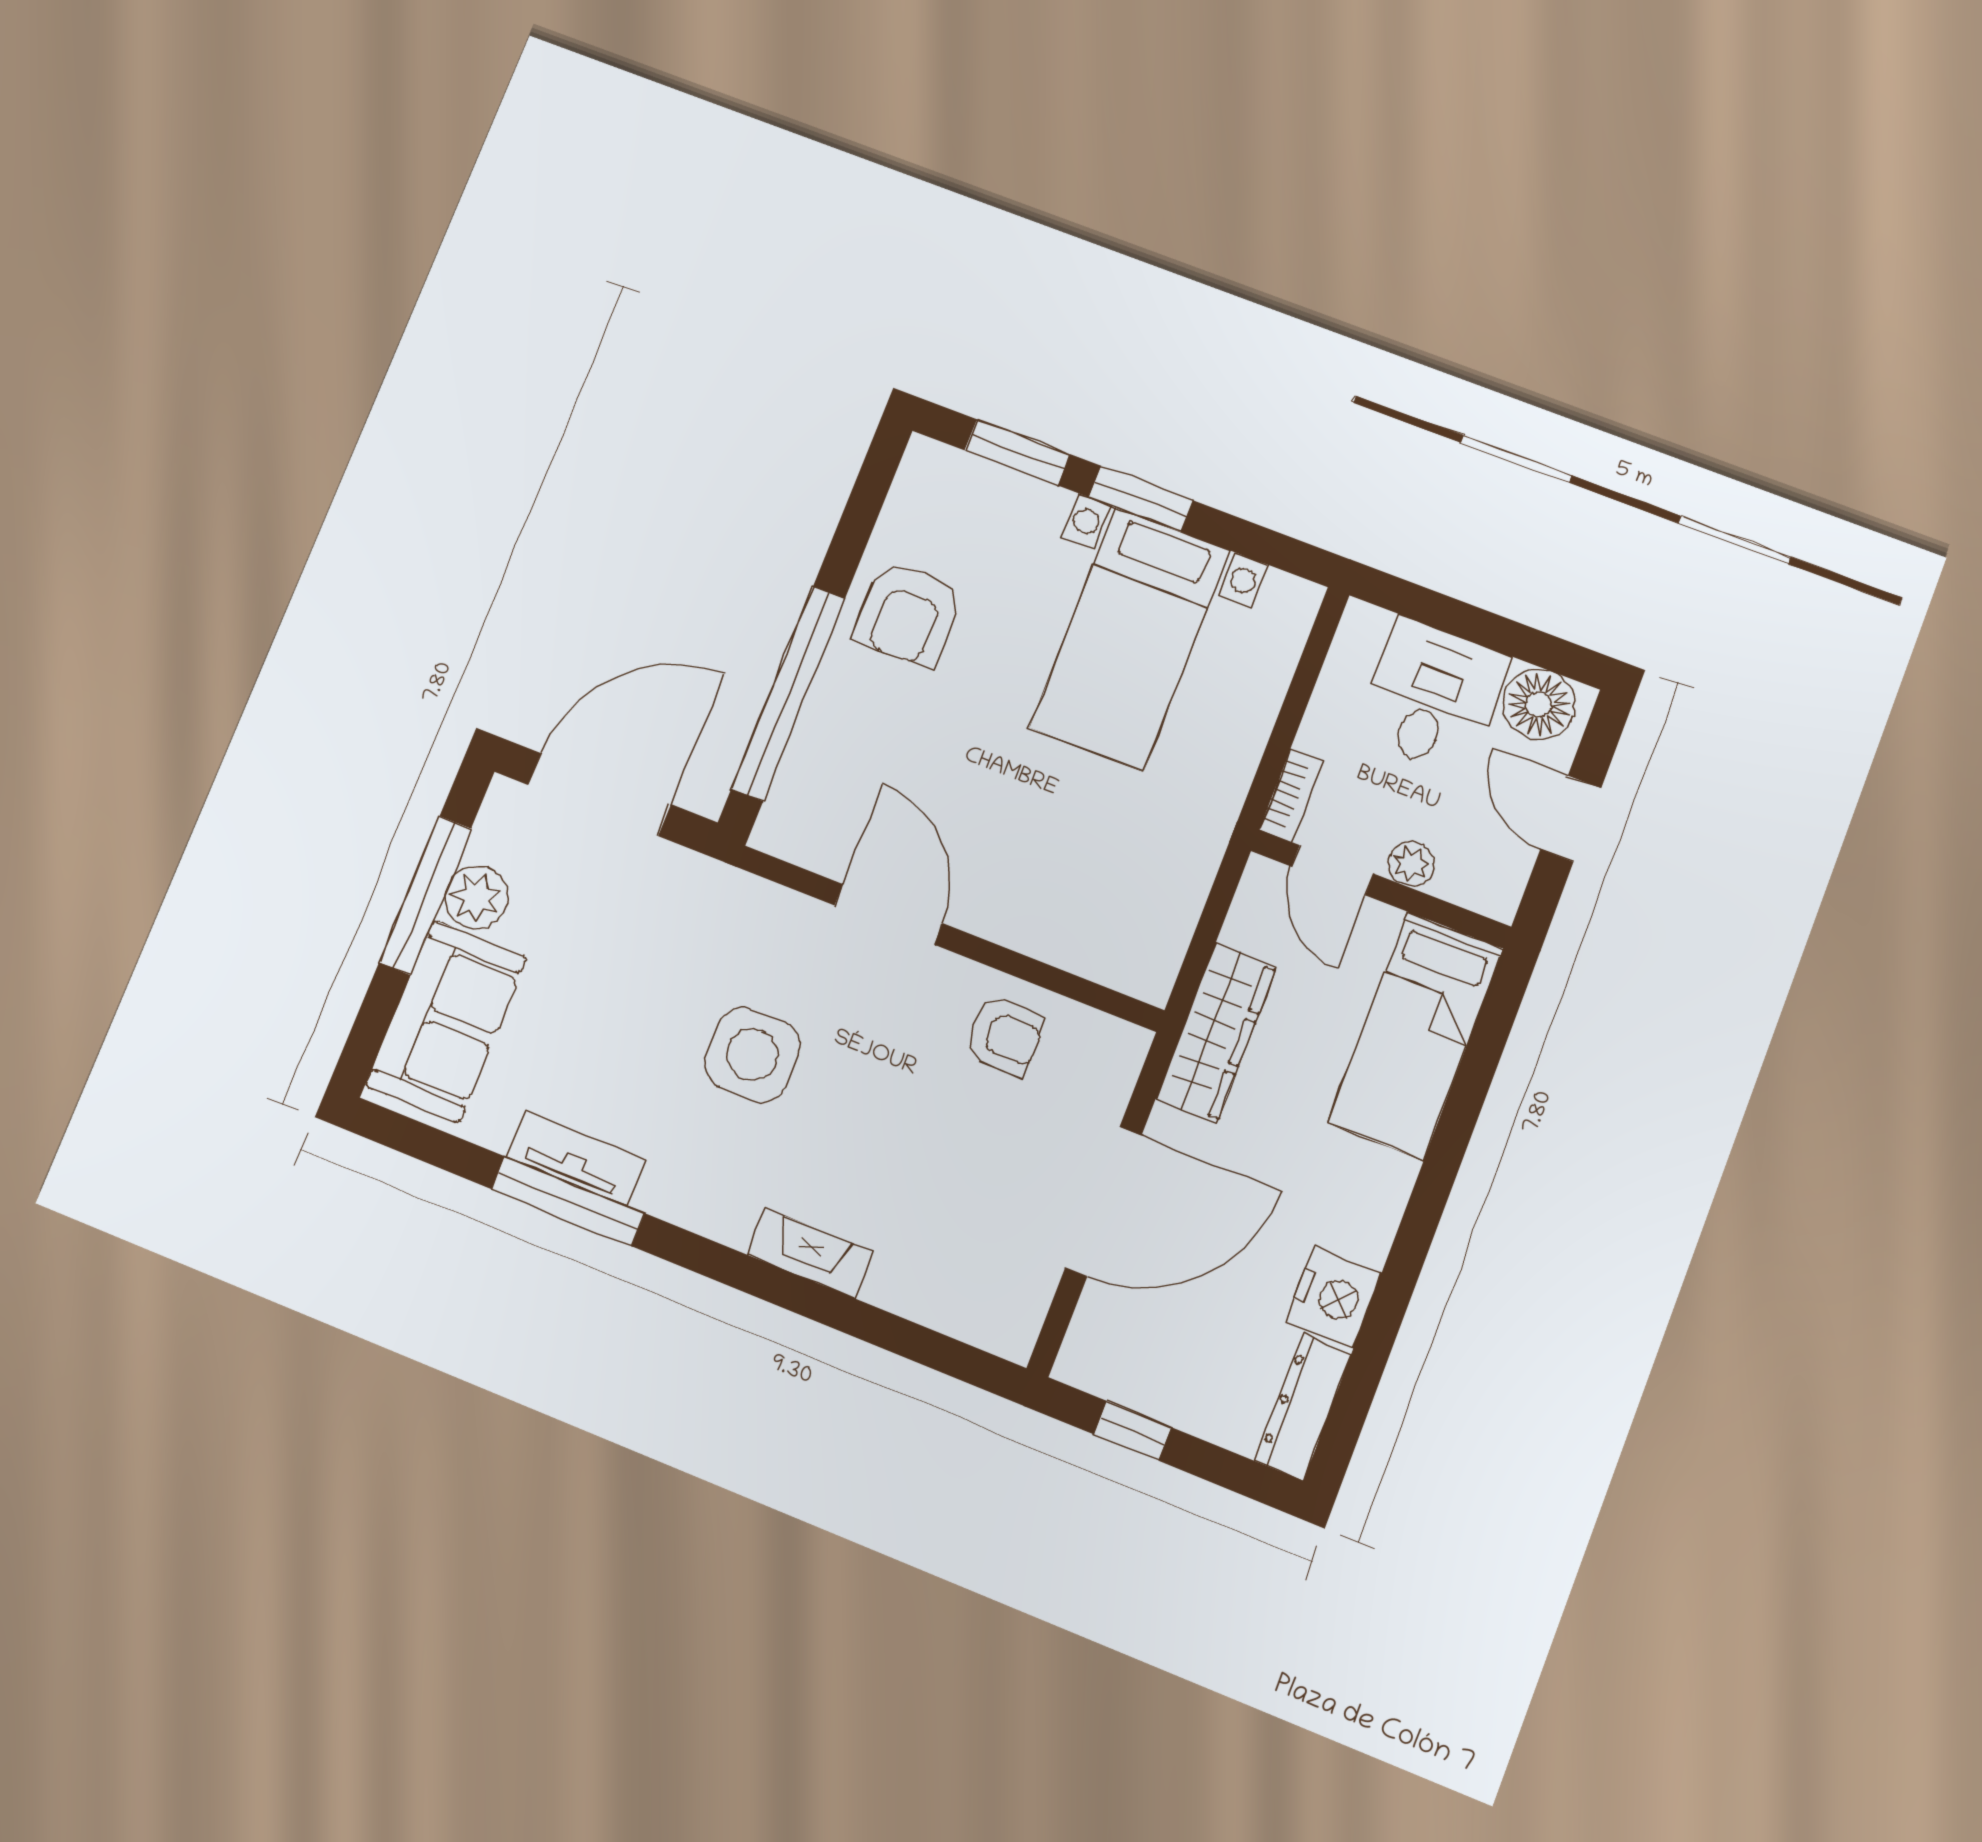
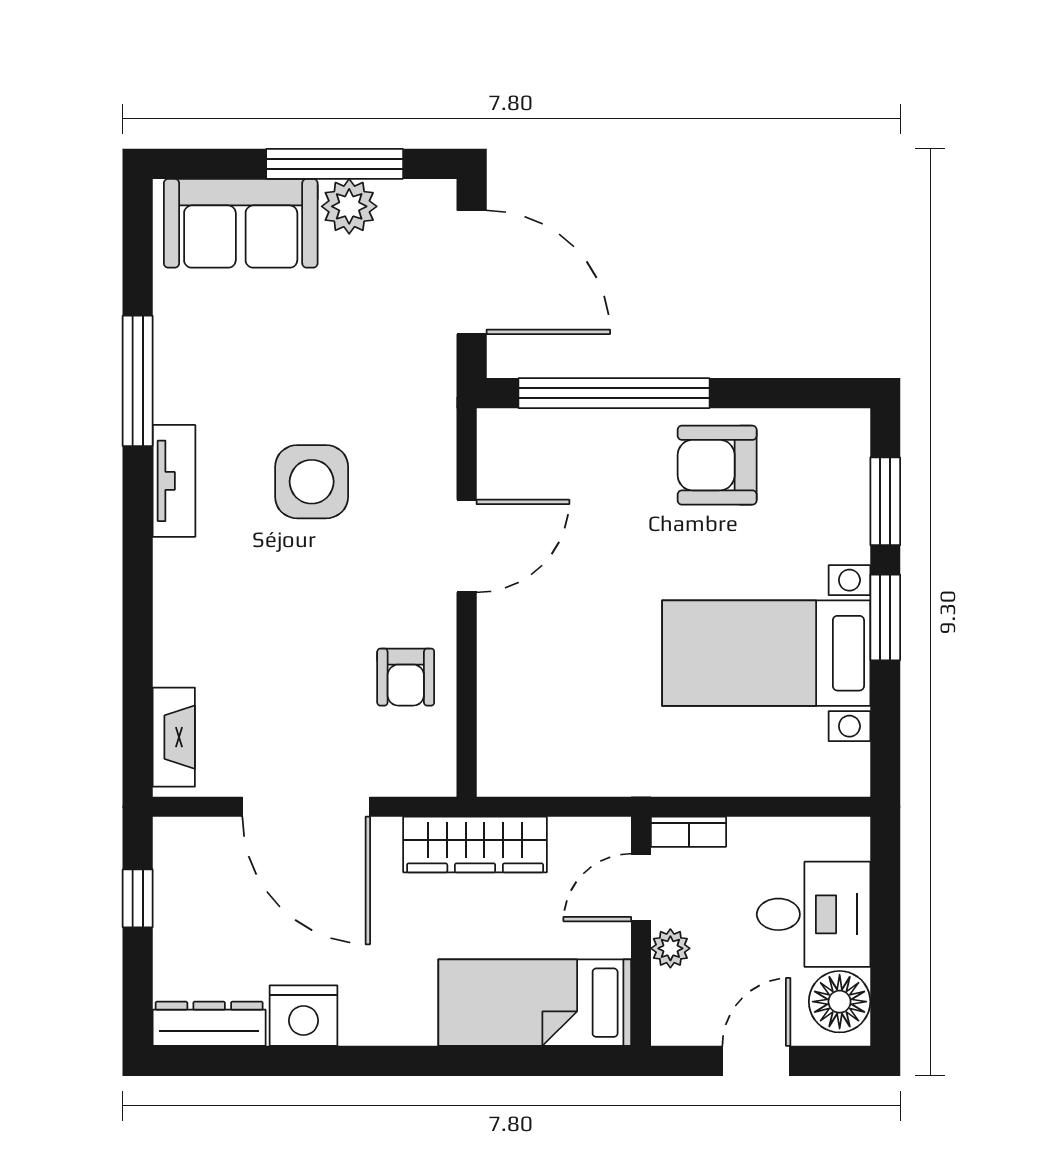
tv unit: (576, 1158) -> (174, 481), moved
fireplace: (810, 1253) -> (174, 737), moved

